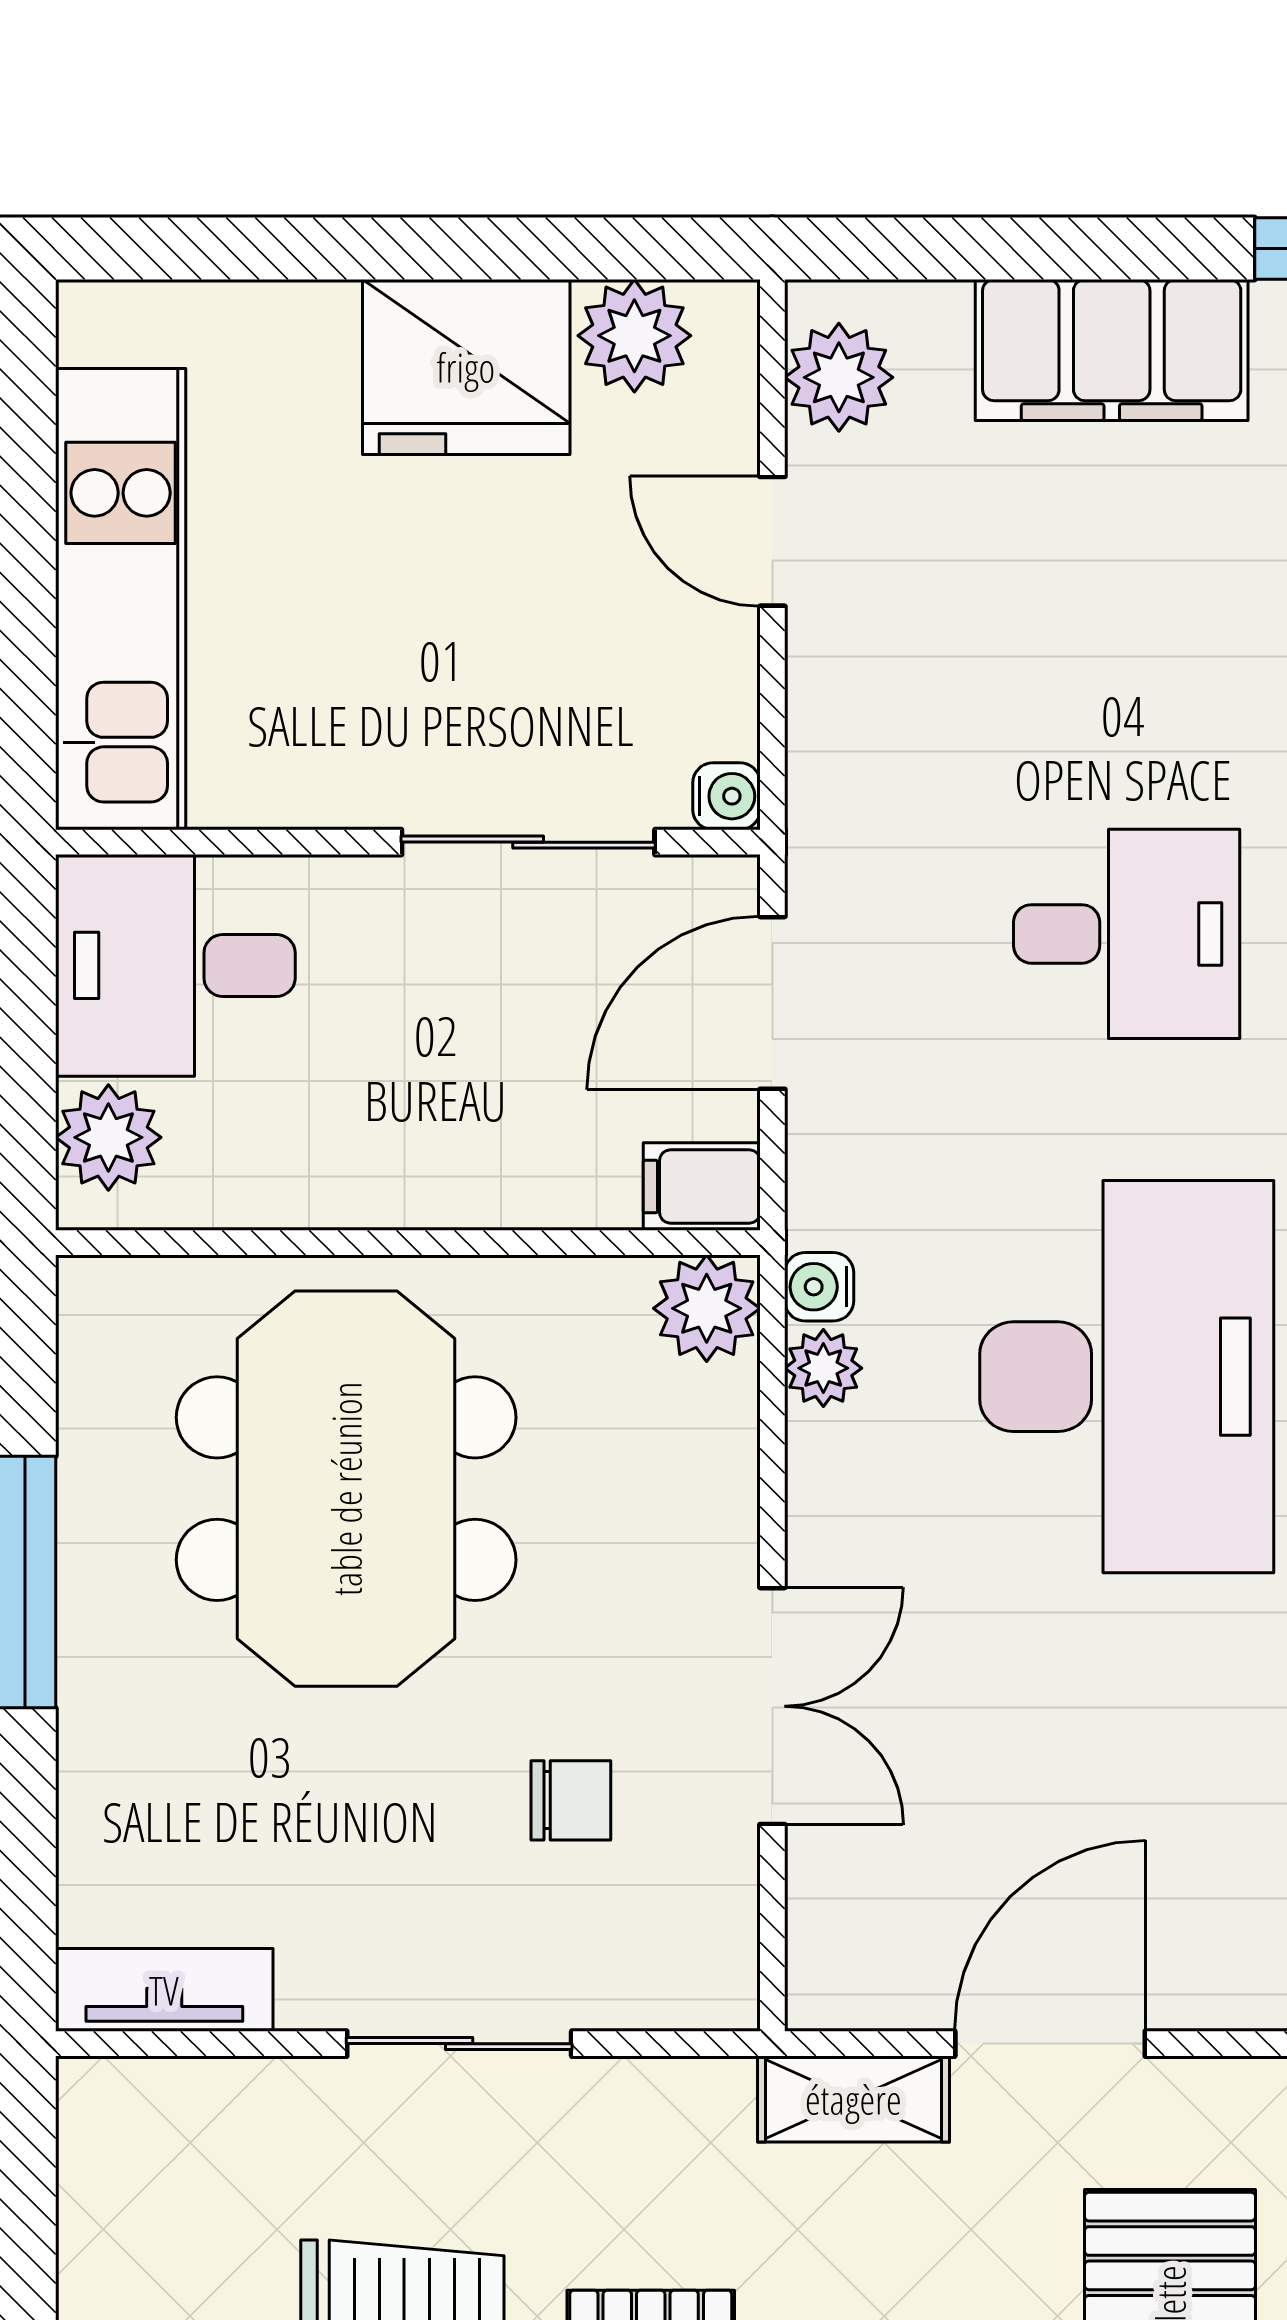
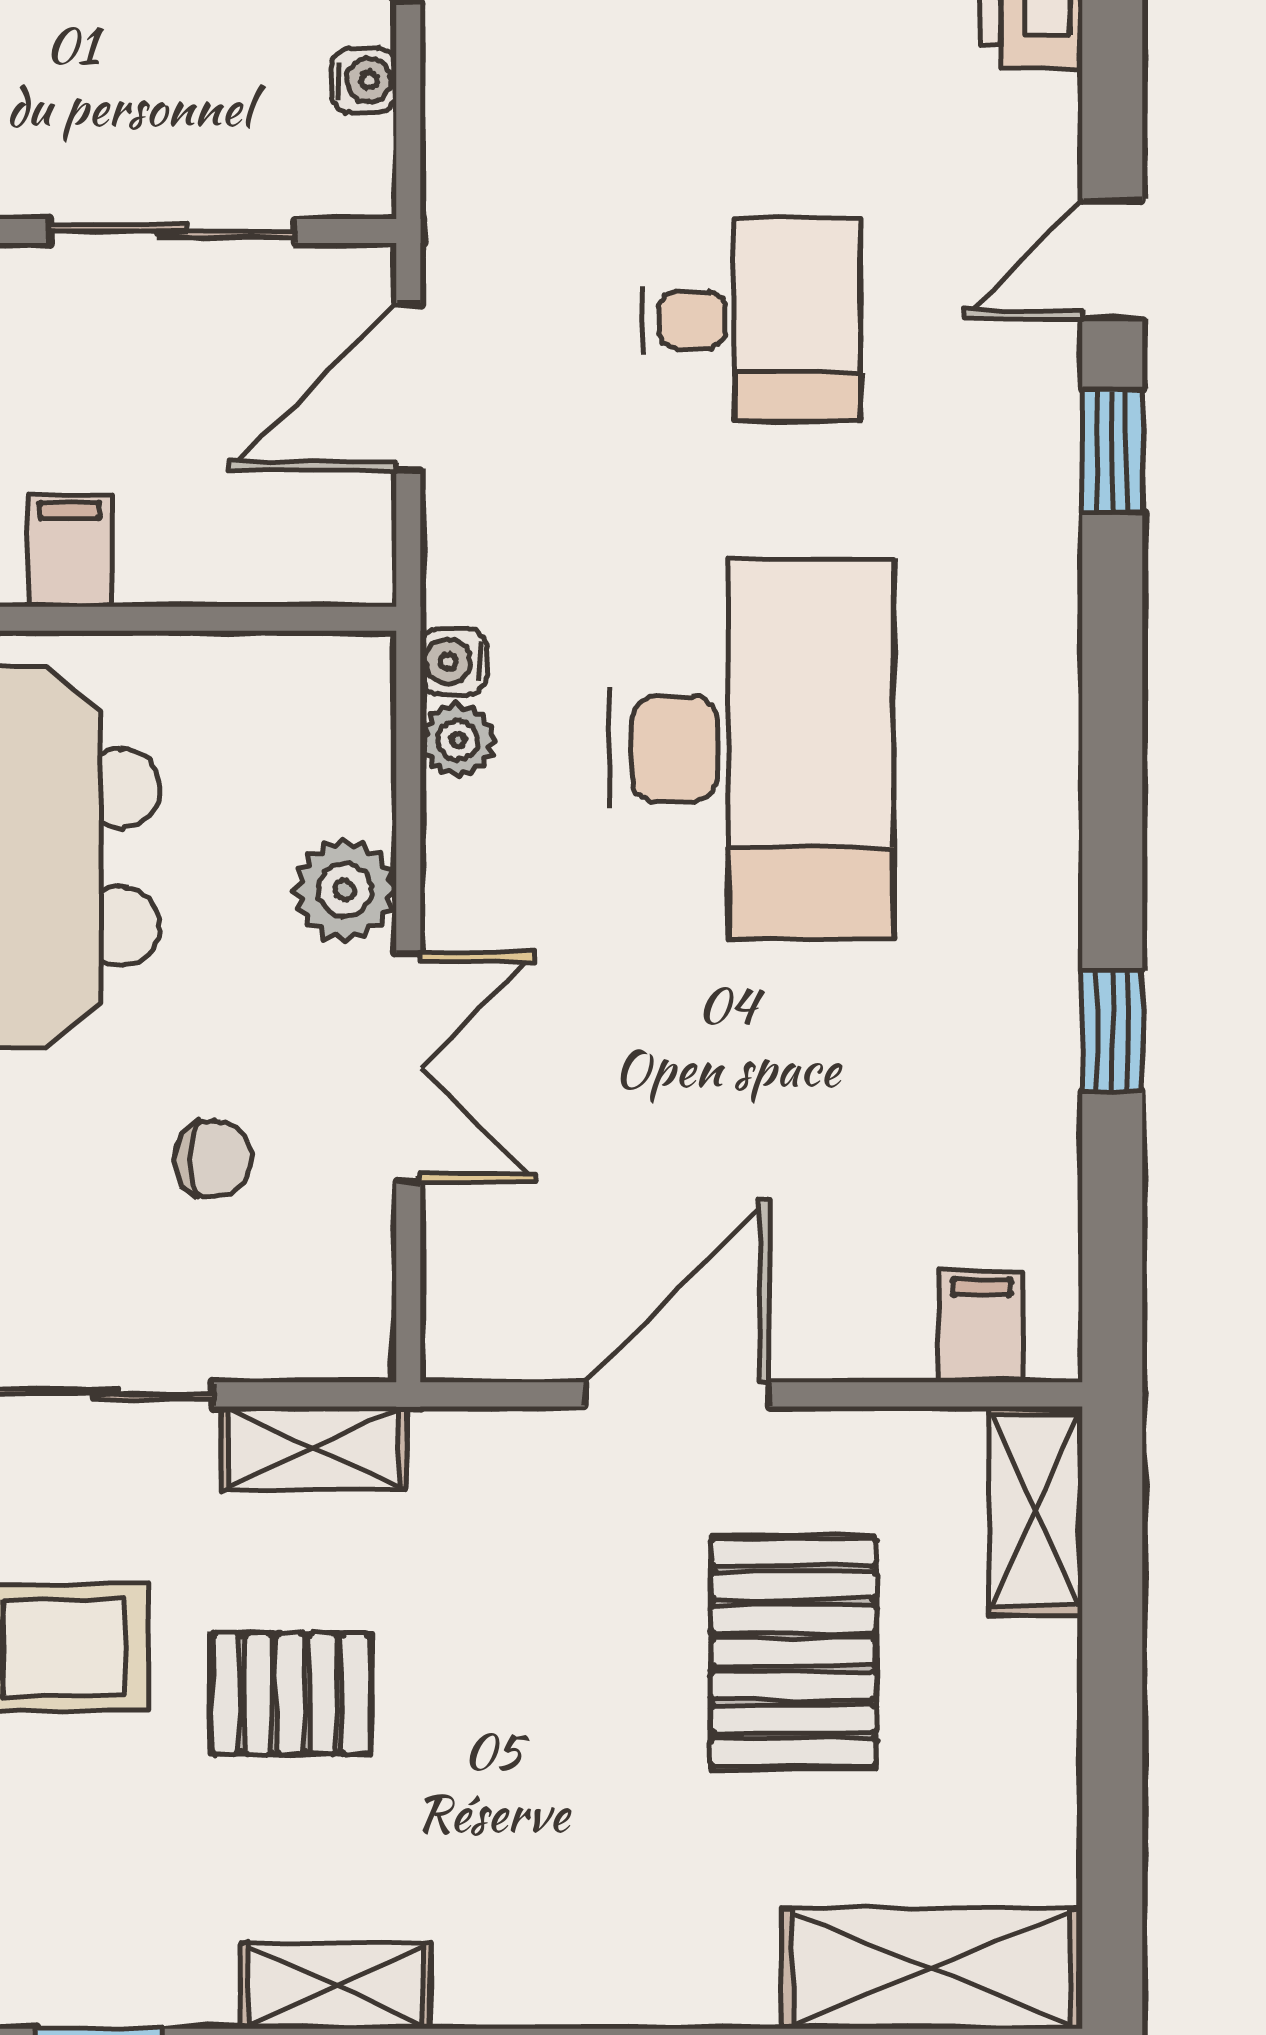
water cooler: (726, 796) -> (364, 80), moved
filing cabinet: (702, 1187) -> (70, 550), moved, turned 90
plant: (707, 1308) -> (345, 890), moved
shelving: (853, 2099) -> (314, 1448), moved

